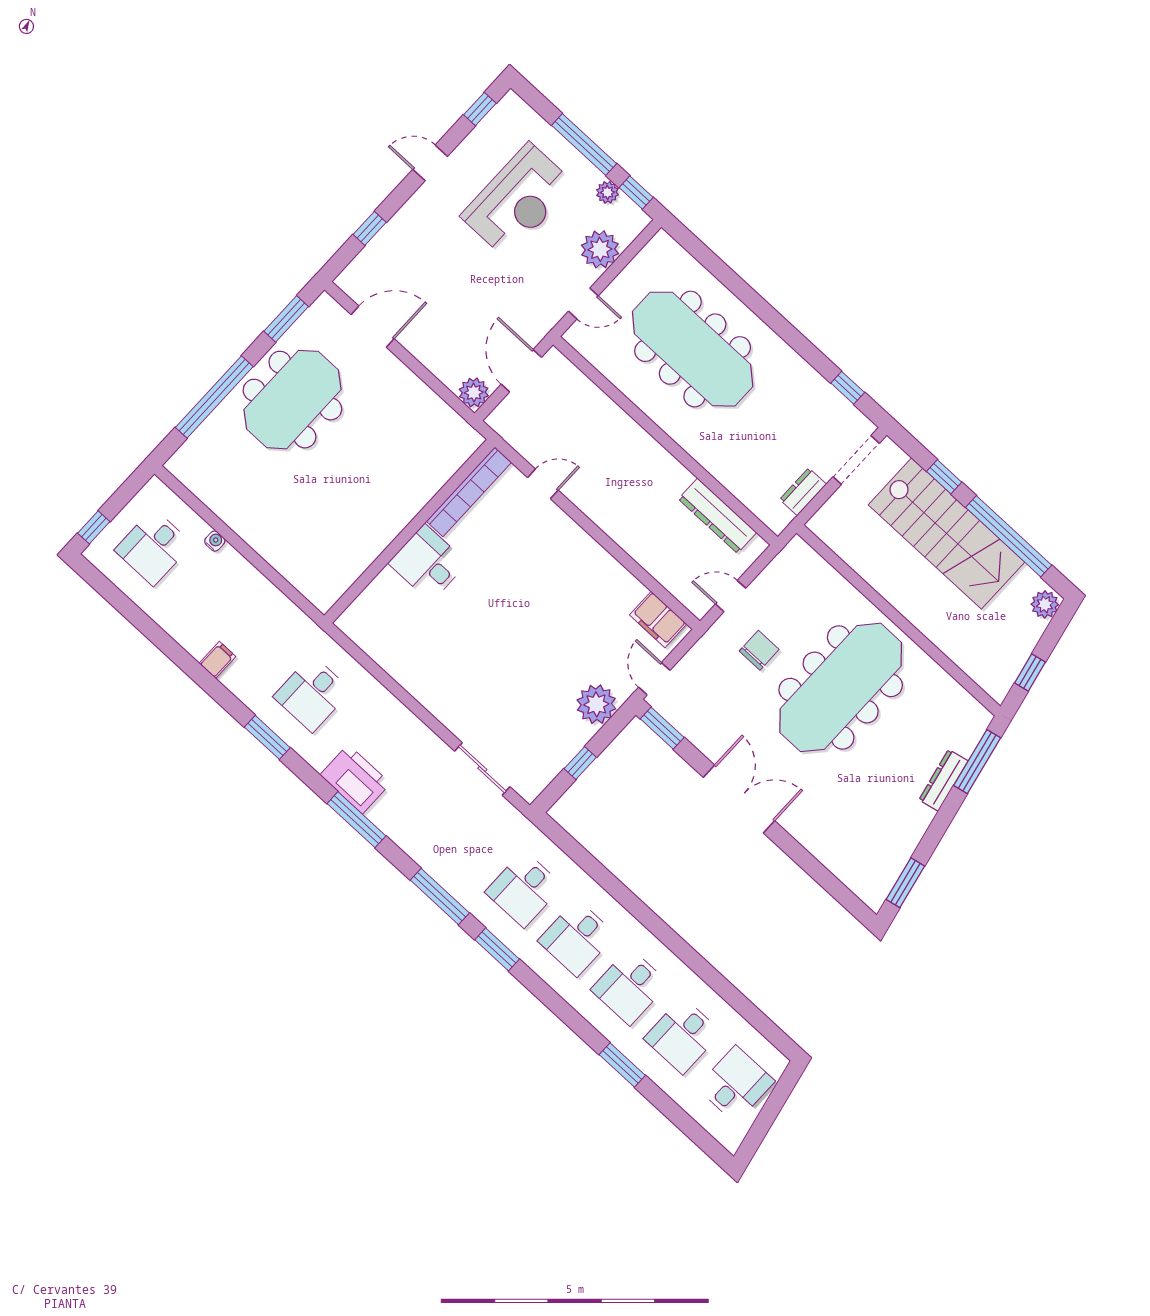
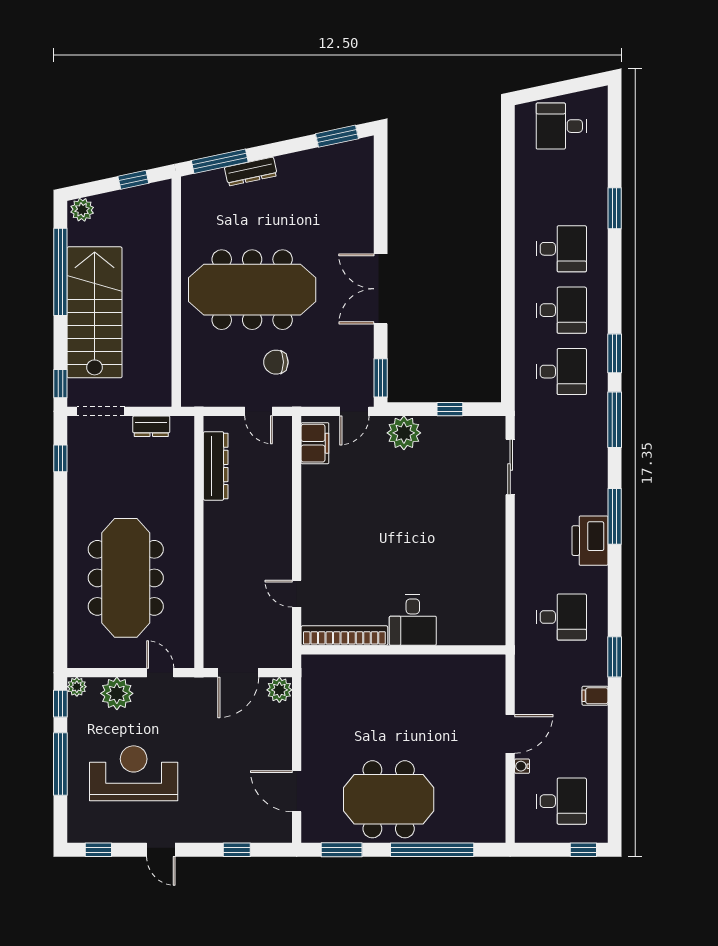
plant: (607, 192) -> (77, 687), moved
window: (944, 477) -> (60, 384), moved
door: (252, 556) -> (510, 734), added
window: (267, 737) -> (615, 657), moved
desk: (683, 1035) -> (561, 187), removed

